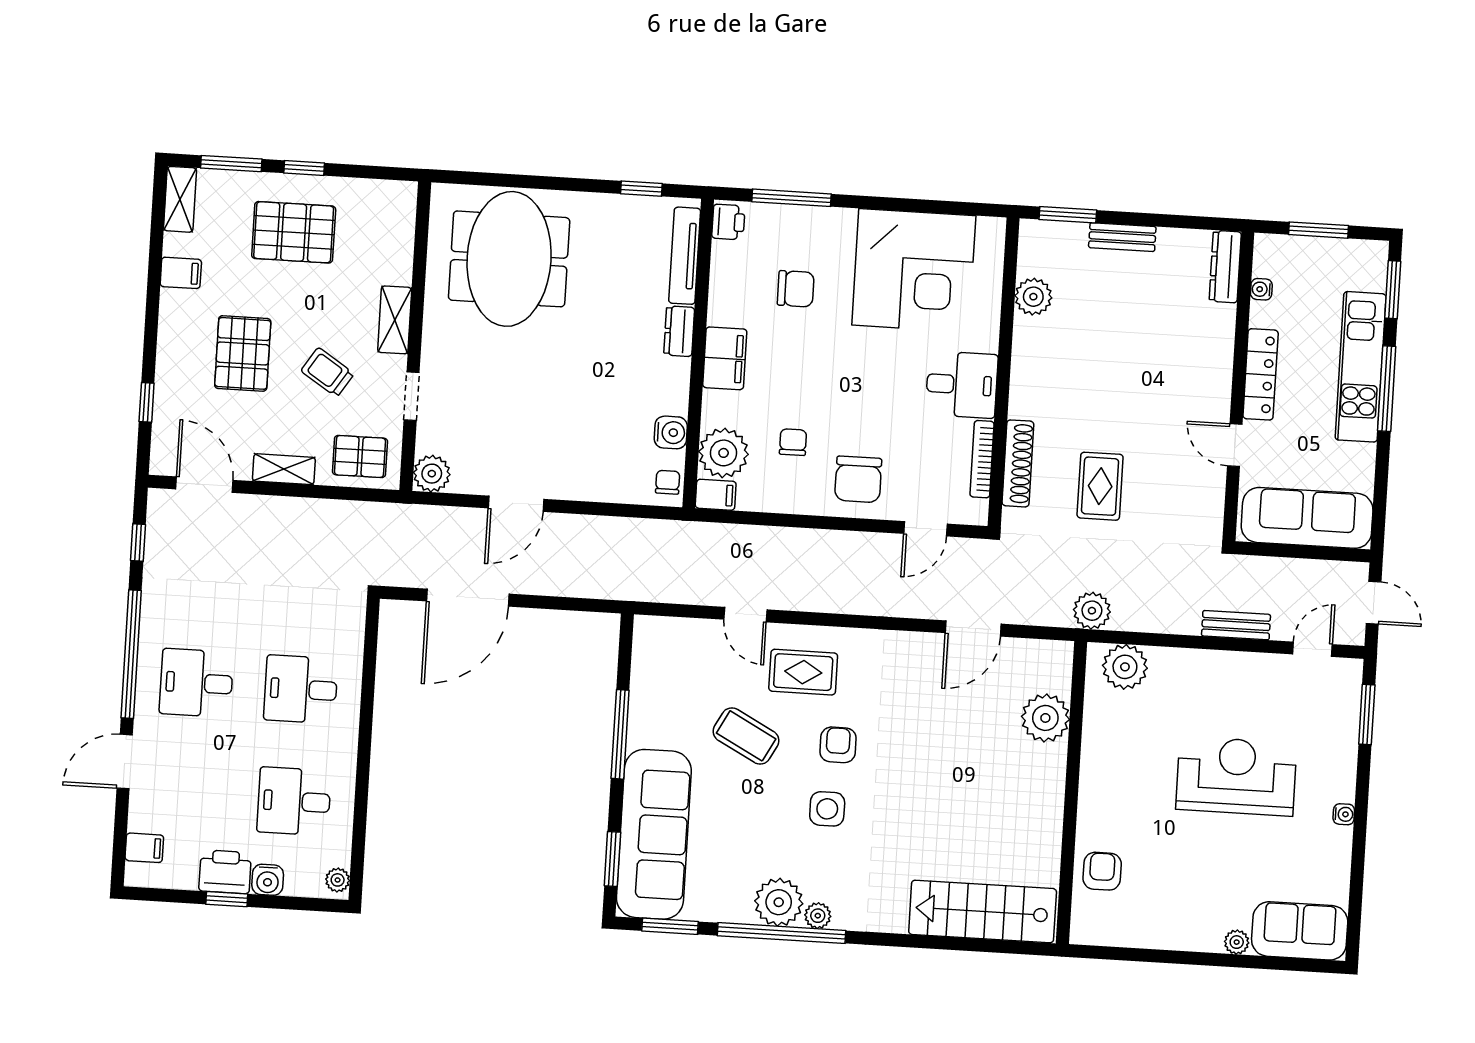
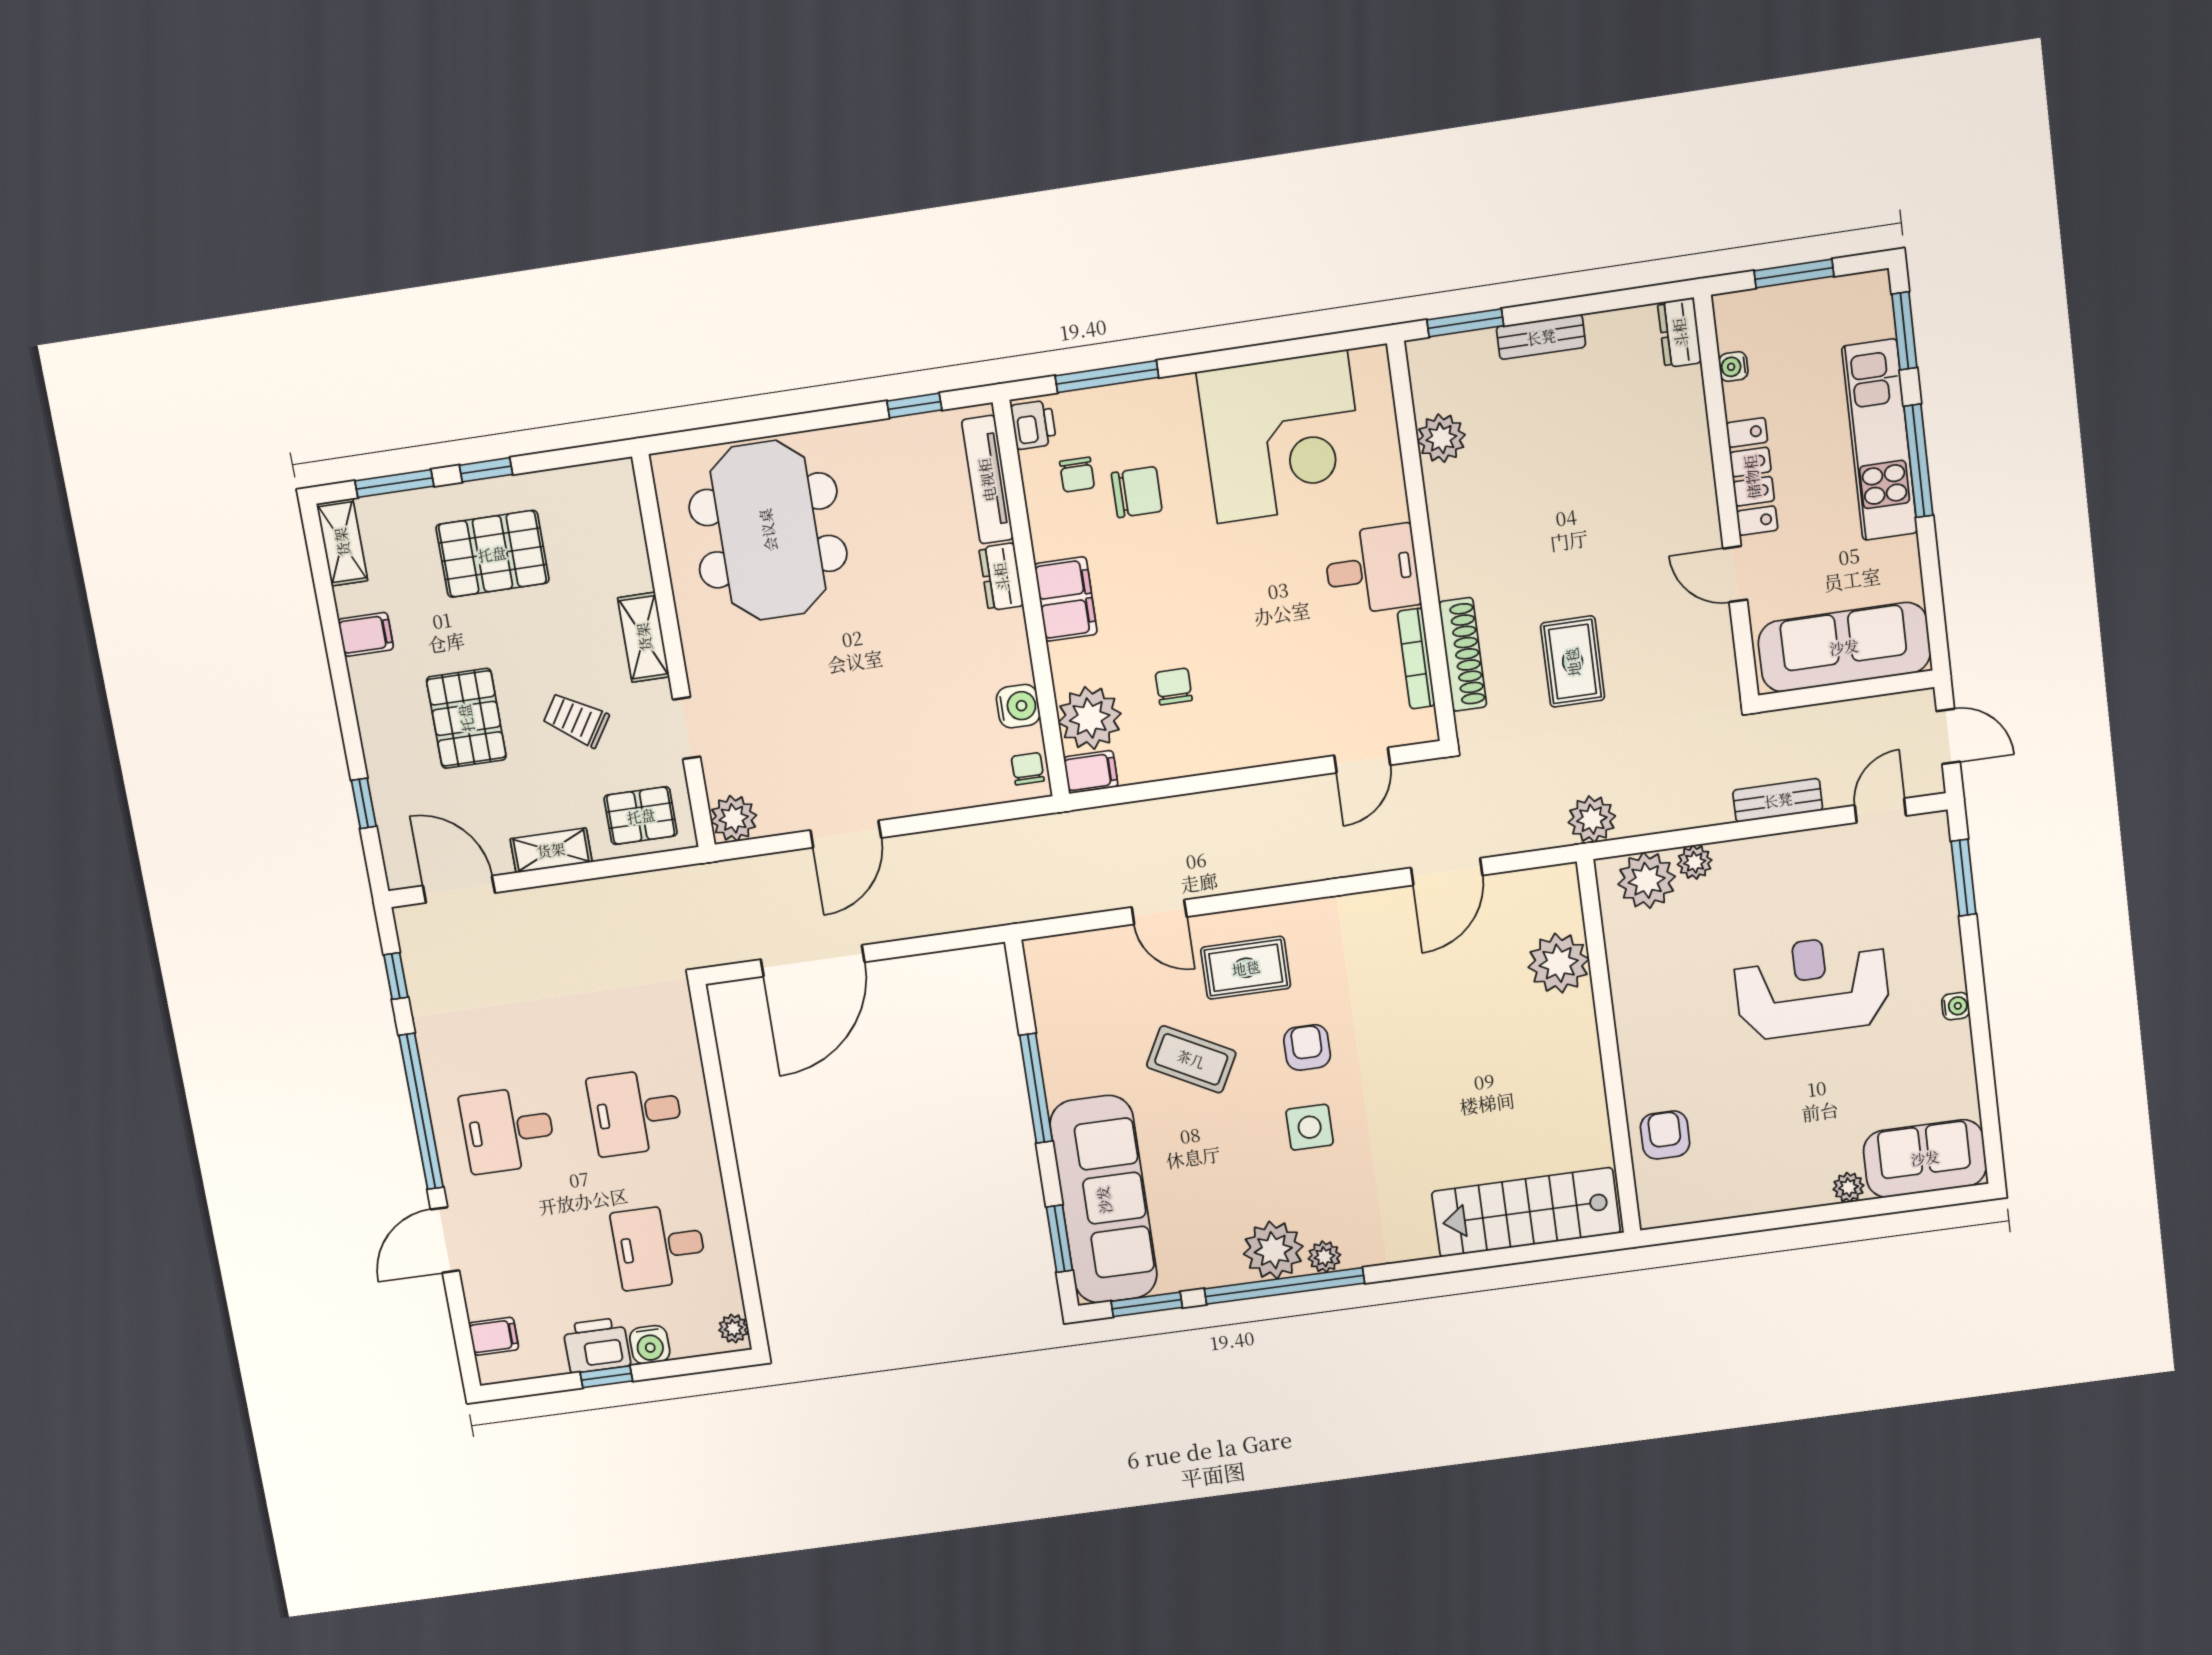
dresser: (1225, 267) -> (1680, 333), width x0.70
chair: (858, 479) -> (1077, 475), moved, width x0.54, depth x0.54
plant: (1164, 660) -> (1695, 862), added

